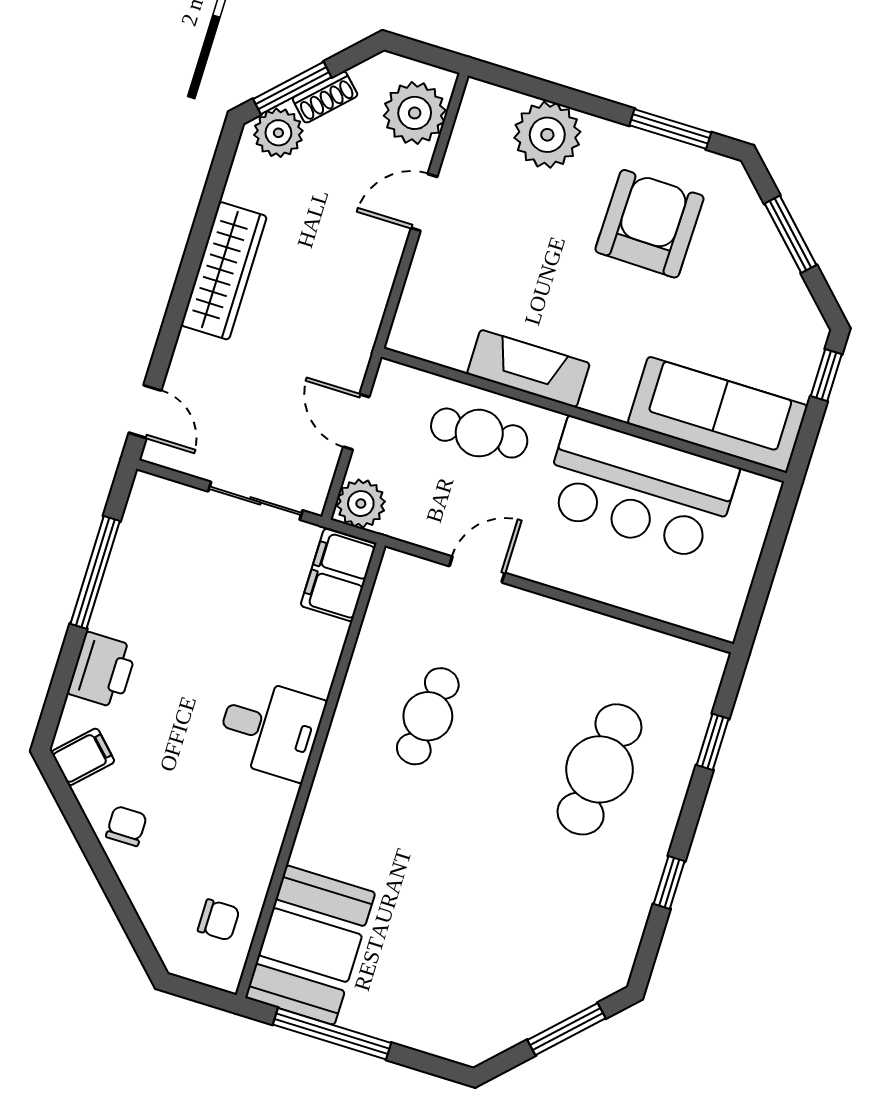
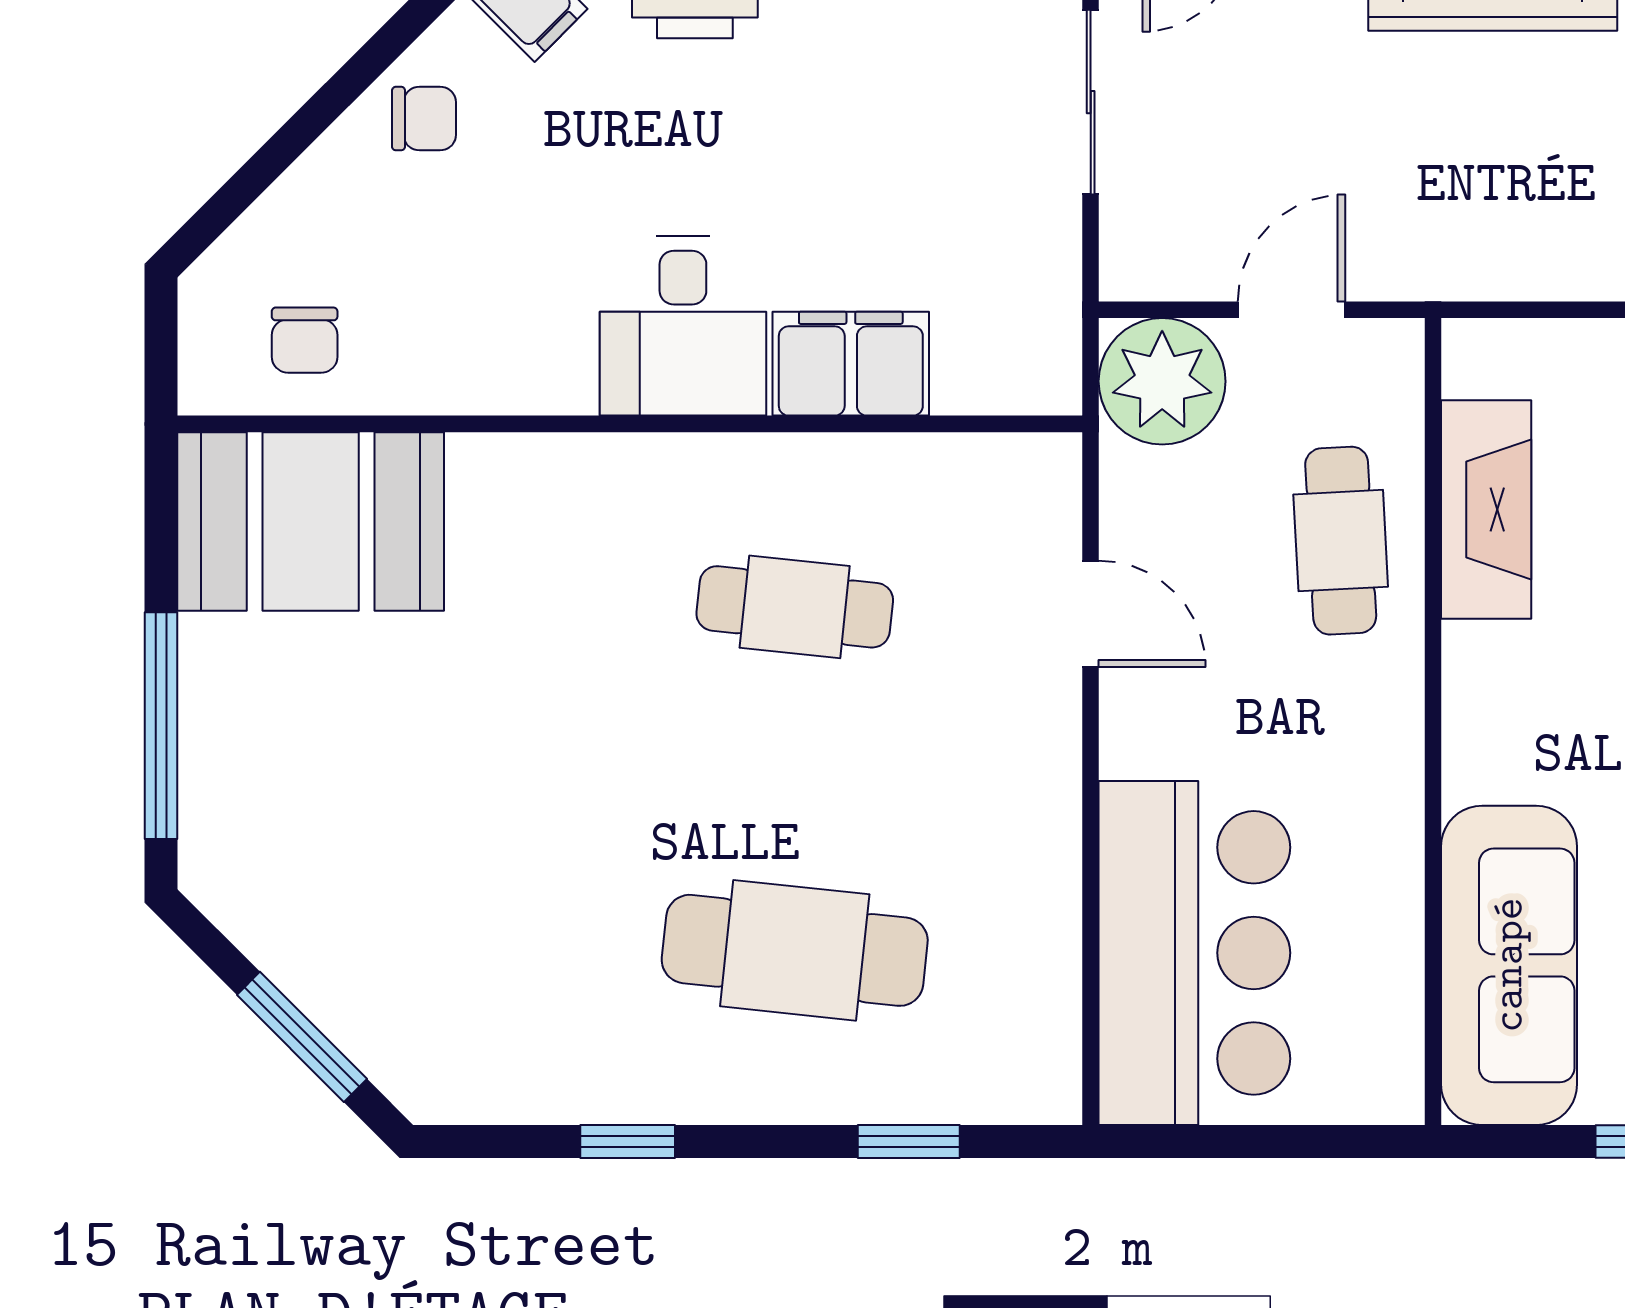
fireplace: (528, 369) -> (1486, 509), moved
bar counter: (640, 489) -> (1194, 953), moved, turned 180
sliding door: (255, 501) -> (1091, 102), moved
plant: (361, 504) -> (1162, 381), width x1.36, depth x1.36
filing cabinet: (338, 575) -> (851, 364), moved
window: (332, 1034) -> (161, 726), moved

